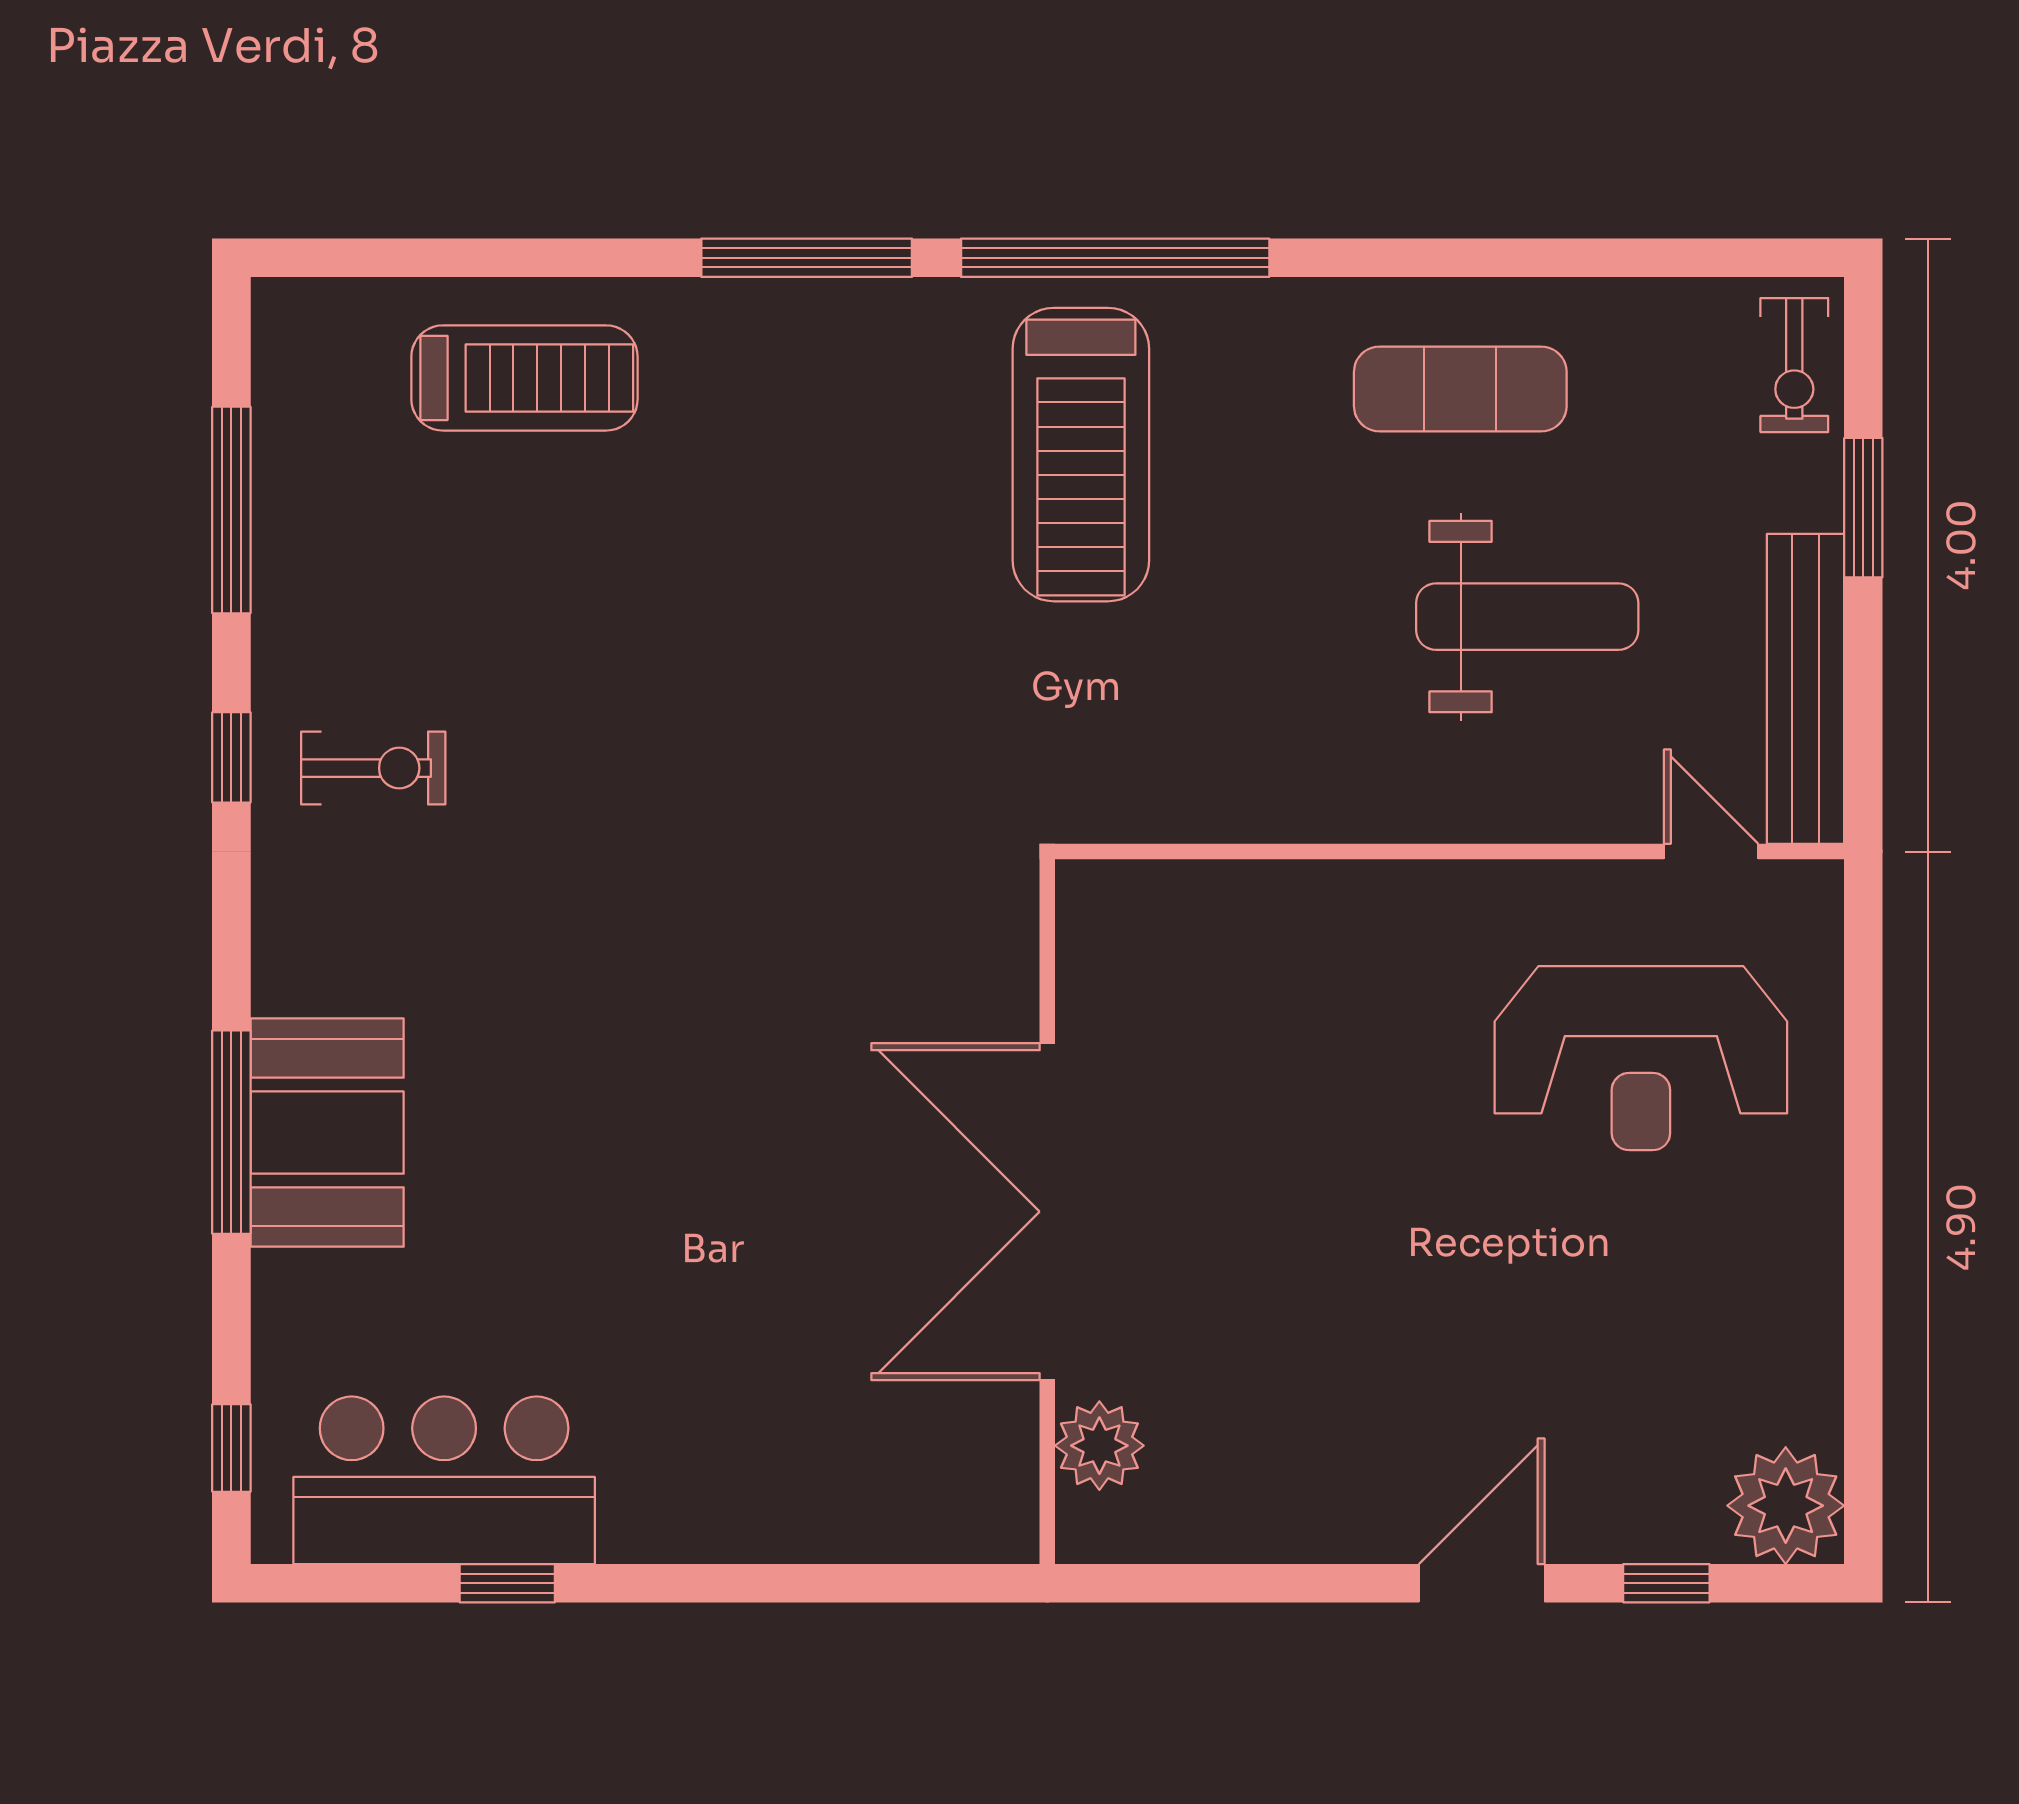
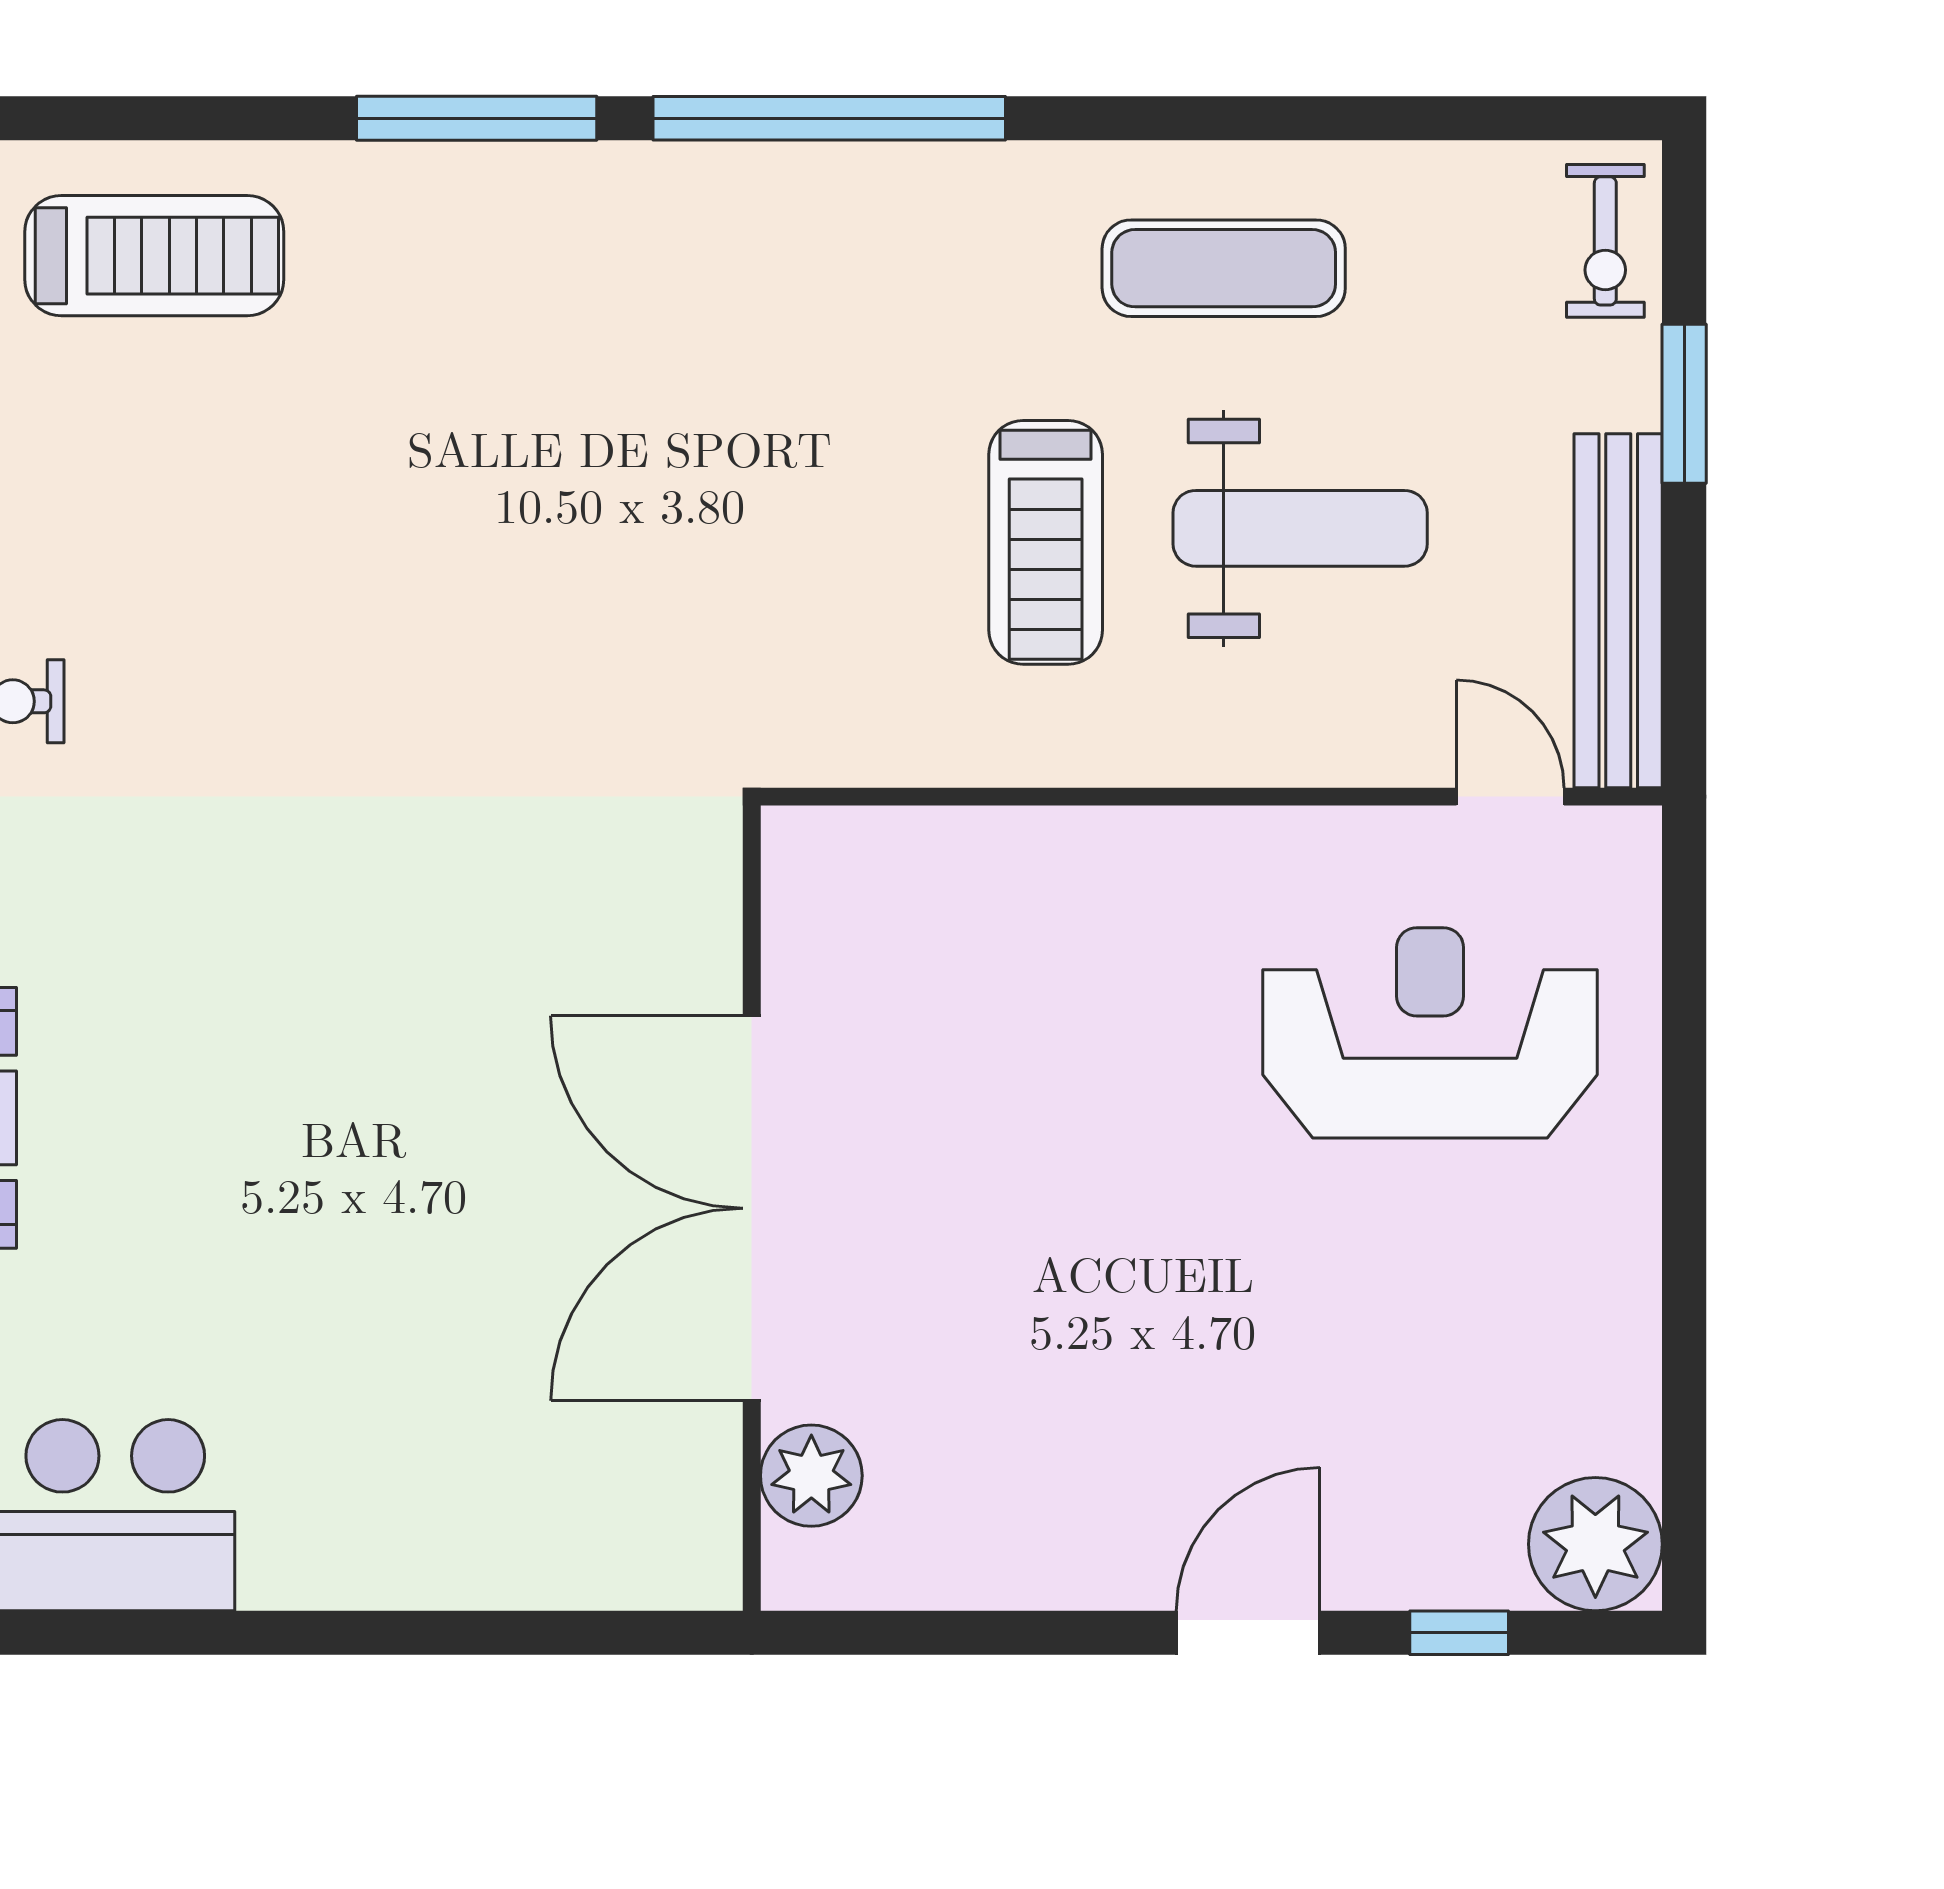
treadmill: (1081, 455) -> (1046, 542), moved, width x0.73, depth x0.73
reception desk: (1641, 1058) -> (1430, 1033), turned 180
window: (507, 1583) -> (135, 1633), removed

